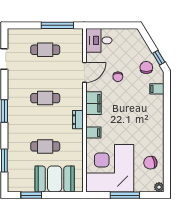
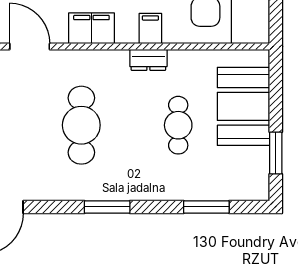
cafe table: (45, 98) -> (81, 125), width x1.37, depth x1.35
dresser: (78, 120) -> (148, 60), moved

